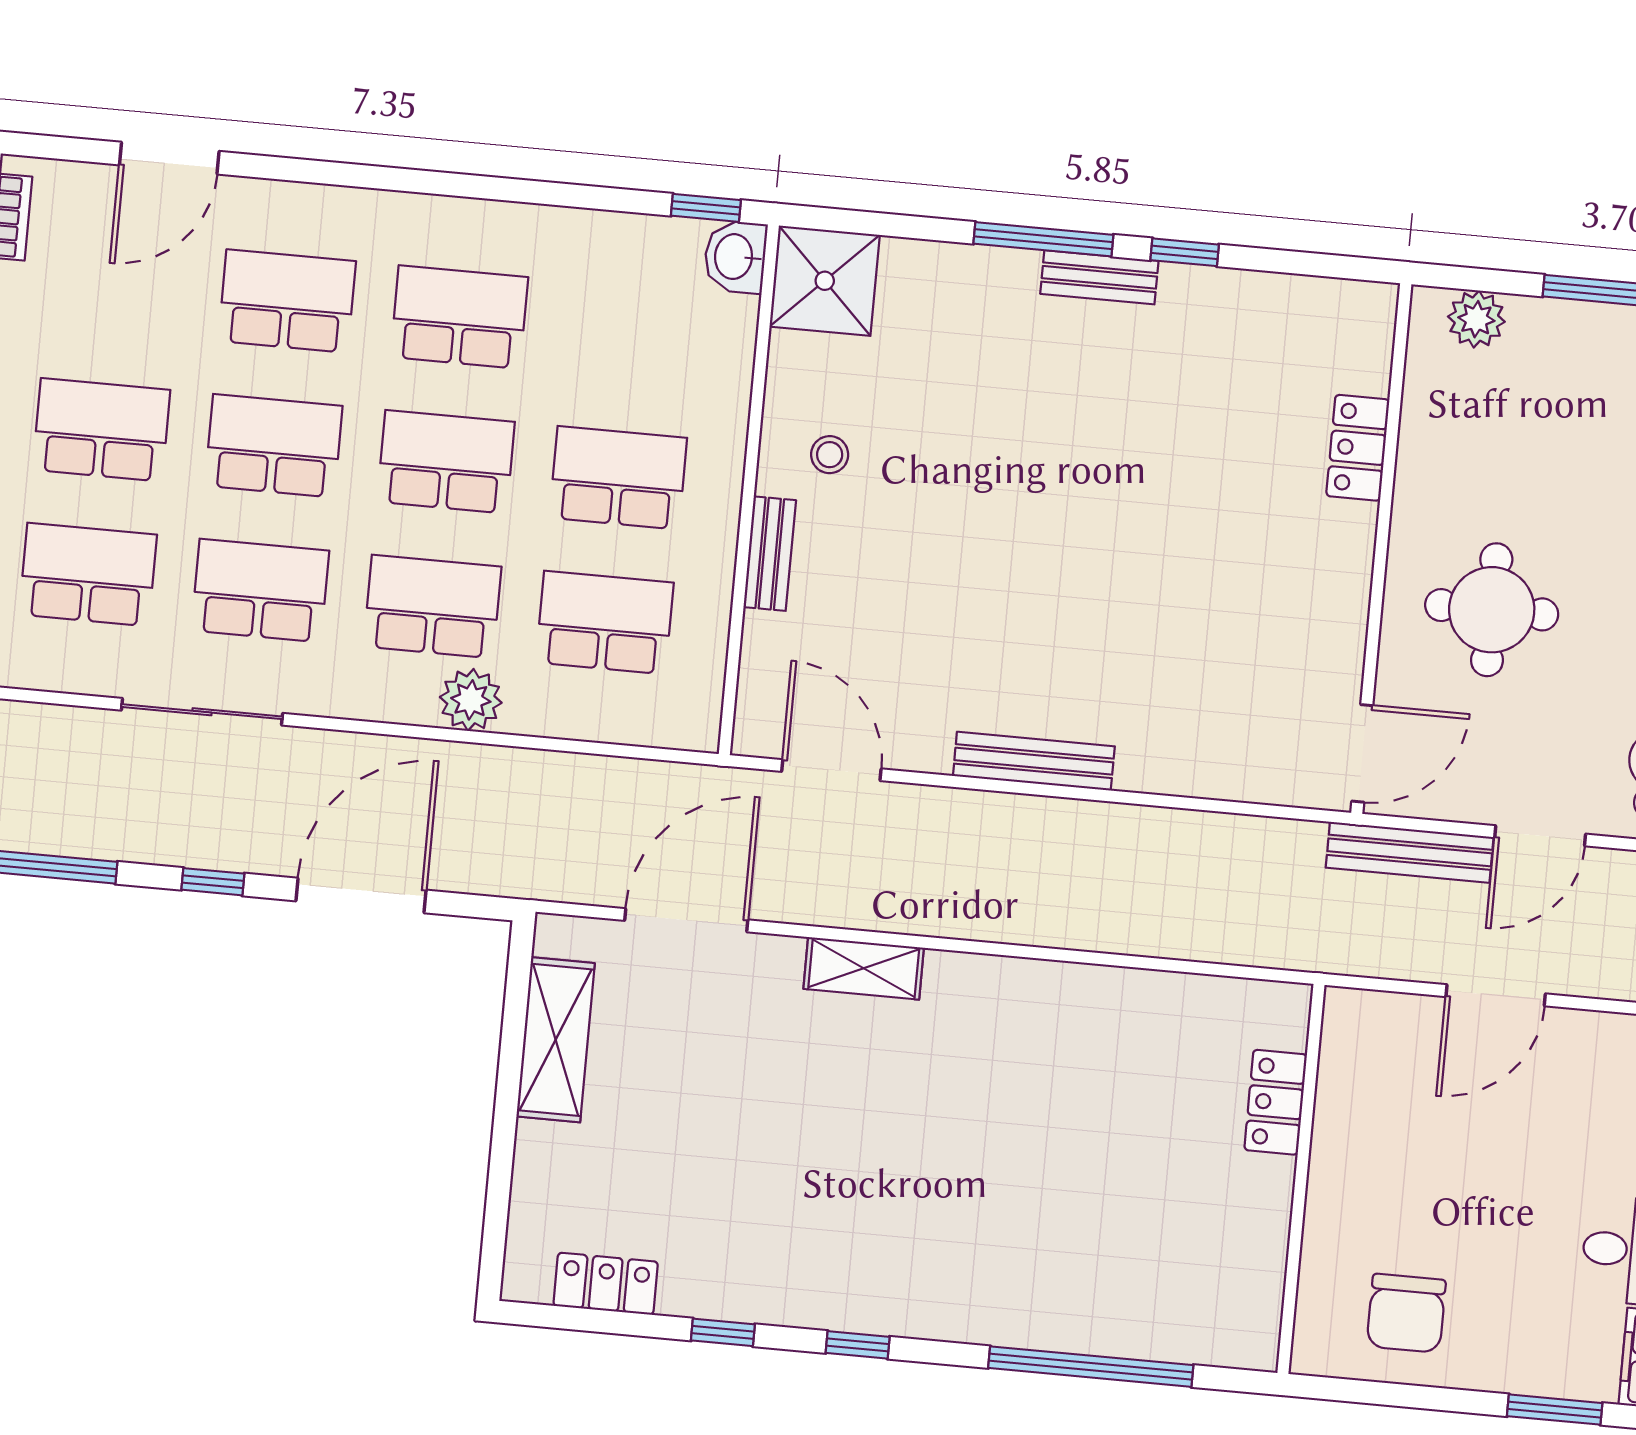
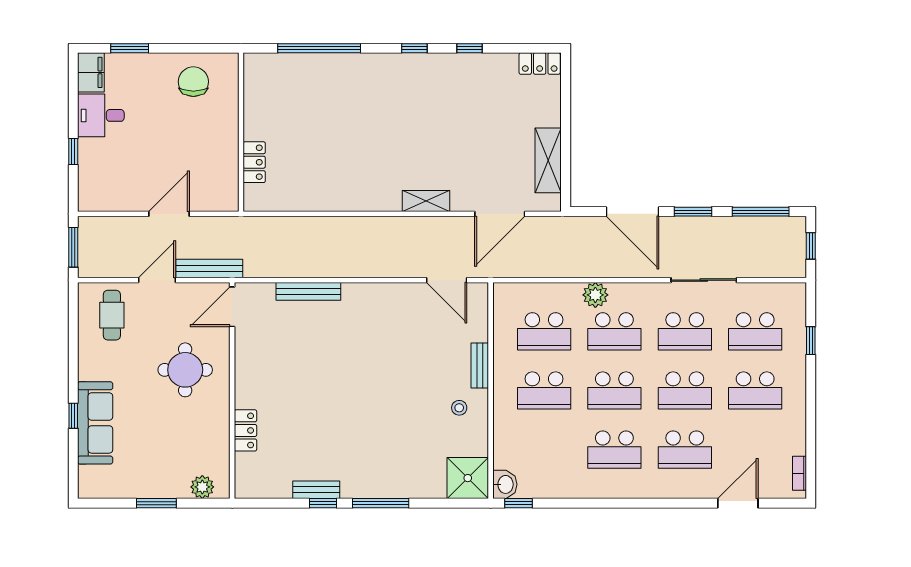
bench: (1099, 277) -> (316, 490), moved
bench: (1034, 761) -> (308, 291), moved
window: (213, 882) -> (693, 212), width x1.50
door: (361, 895) -> (632, 212), hinge flipped
locker: (606, 1284) -> (540, 64), moved

